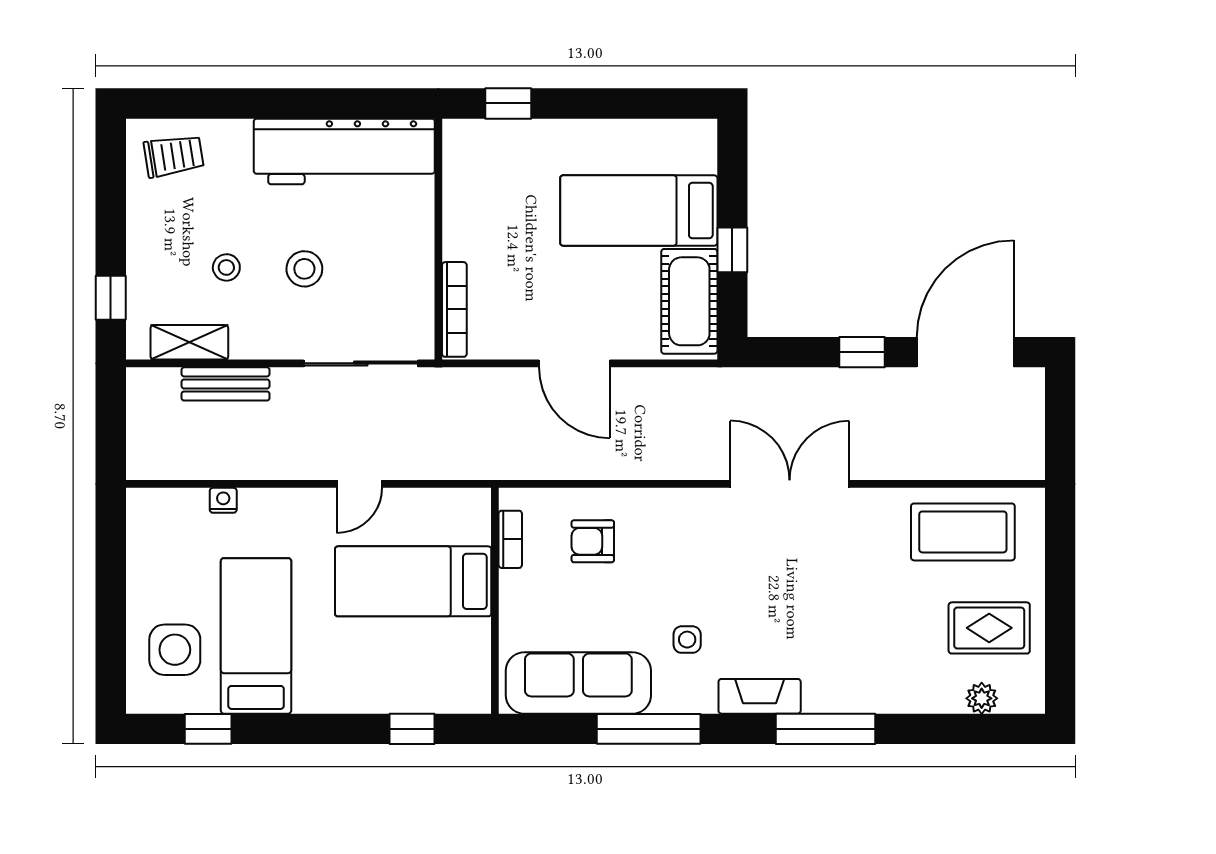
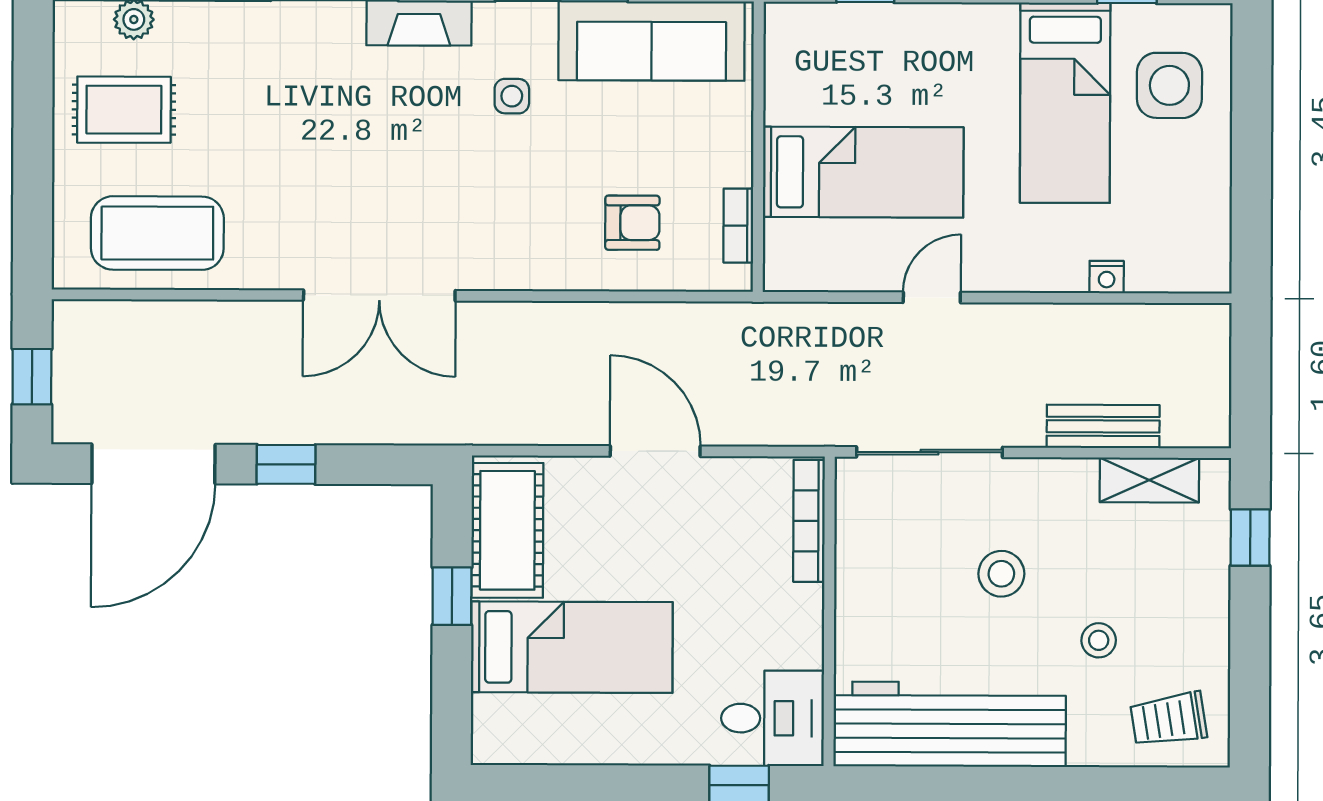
desk: (482, 156) -> (773, 718), added
stool: (226, 267) -> (1099, 640), moved
window: (1060, 420) -> (32, 377), added

